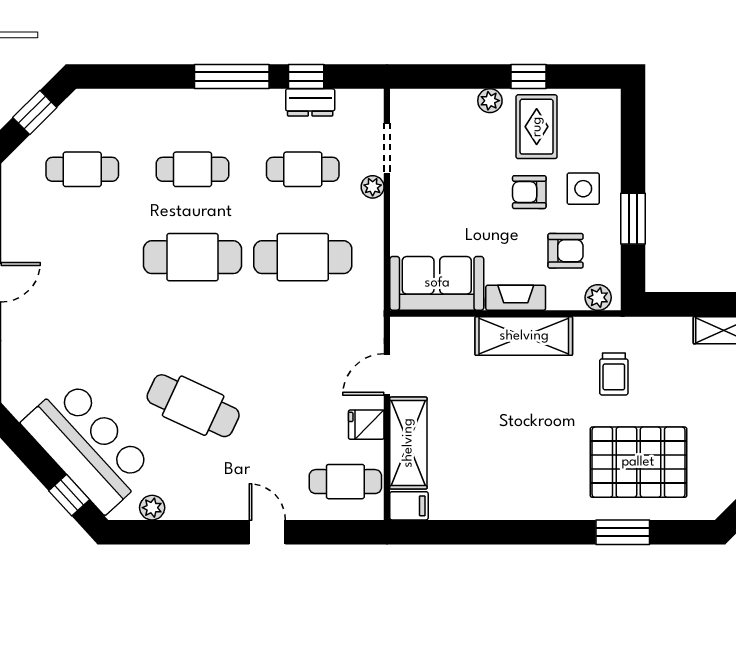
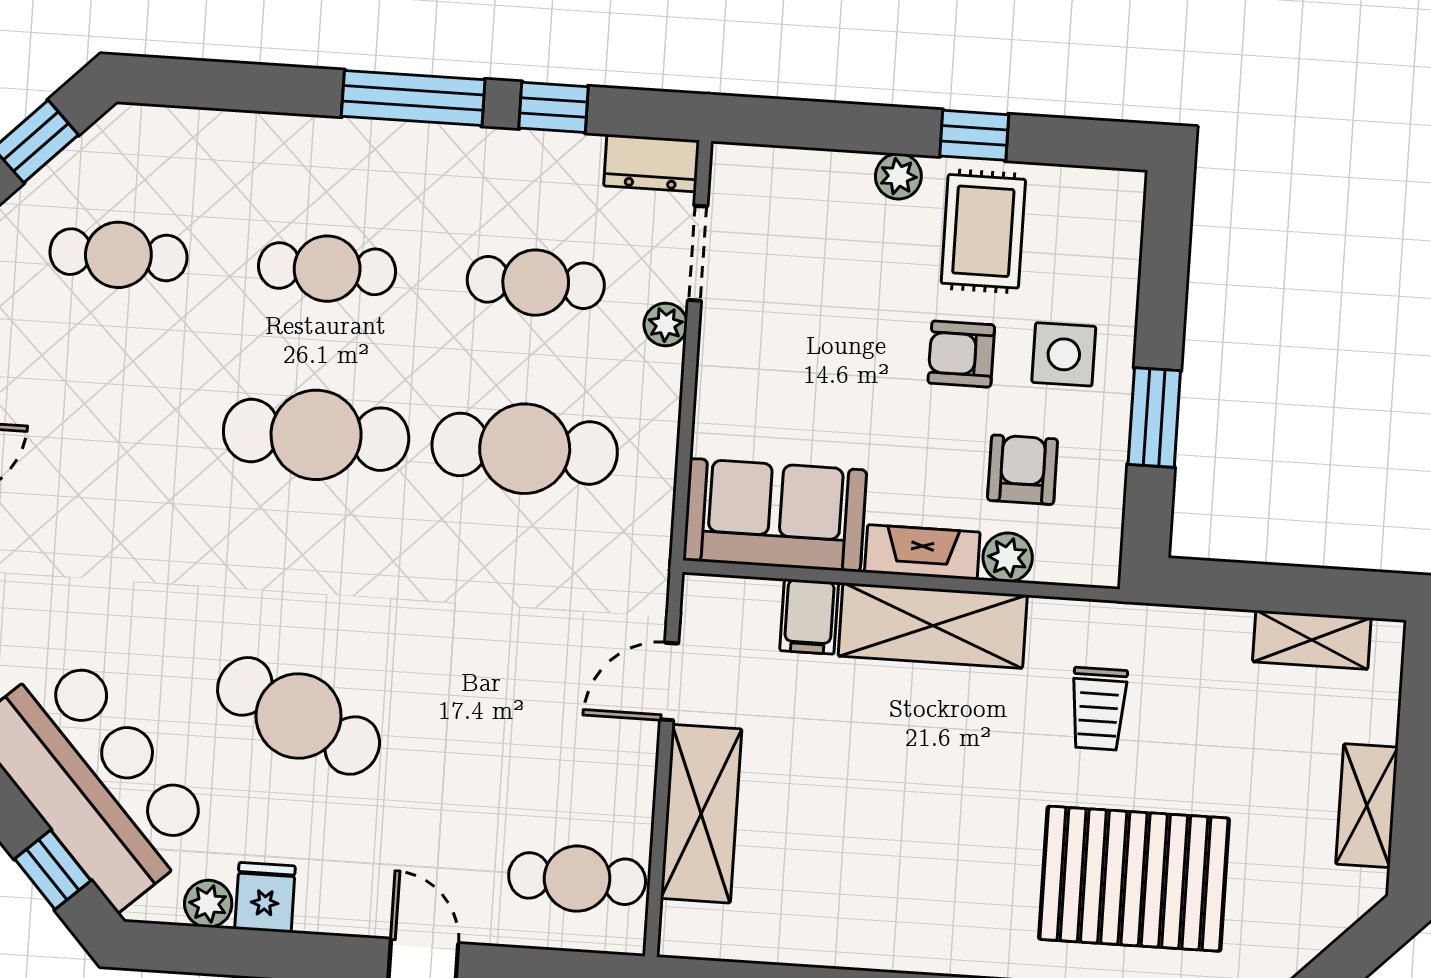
dresser: (310, 102) -> (651, 163), moved
armchair: (566, 251) -> (1023, 470), turned -90
plant: (598, 297) -> (1008, 557), moved
fridge: (366, 425) -> (265, 897), moved, turned 90
filing cabinet: (409, 506) -> (809, 617), moved, turned 90

